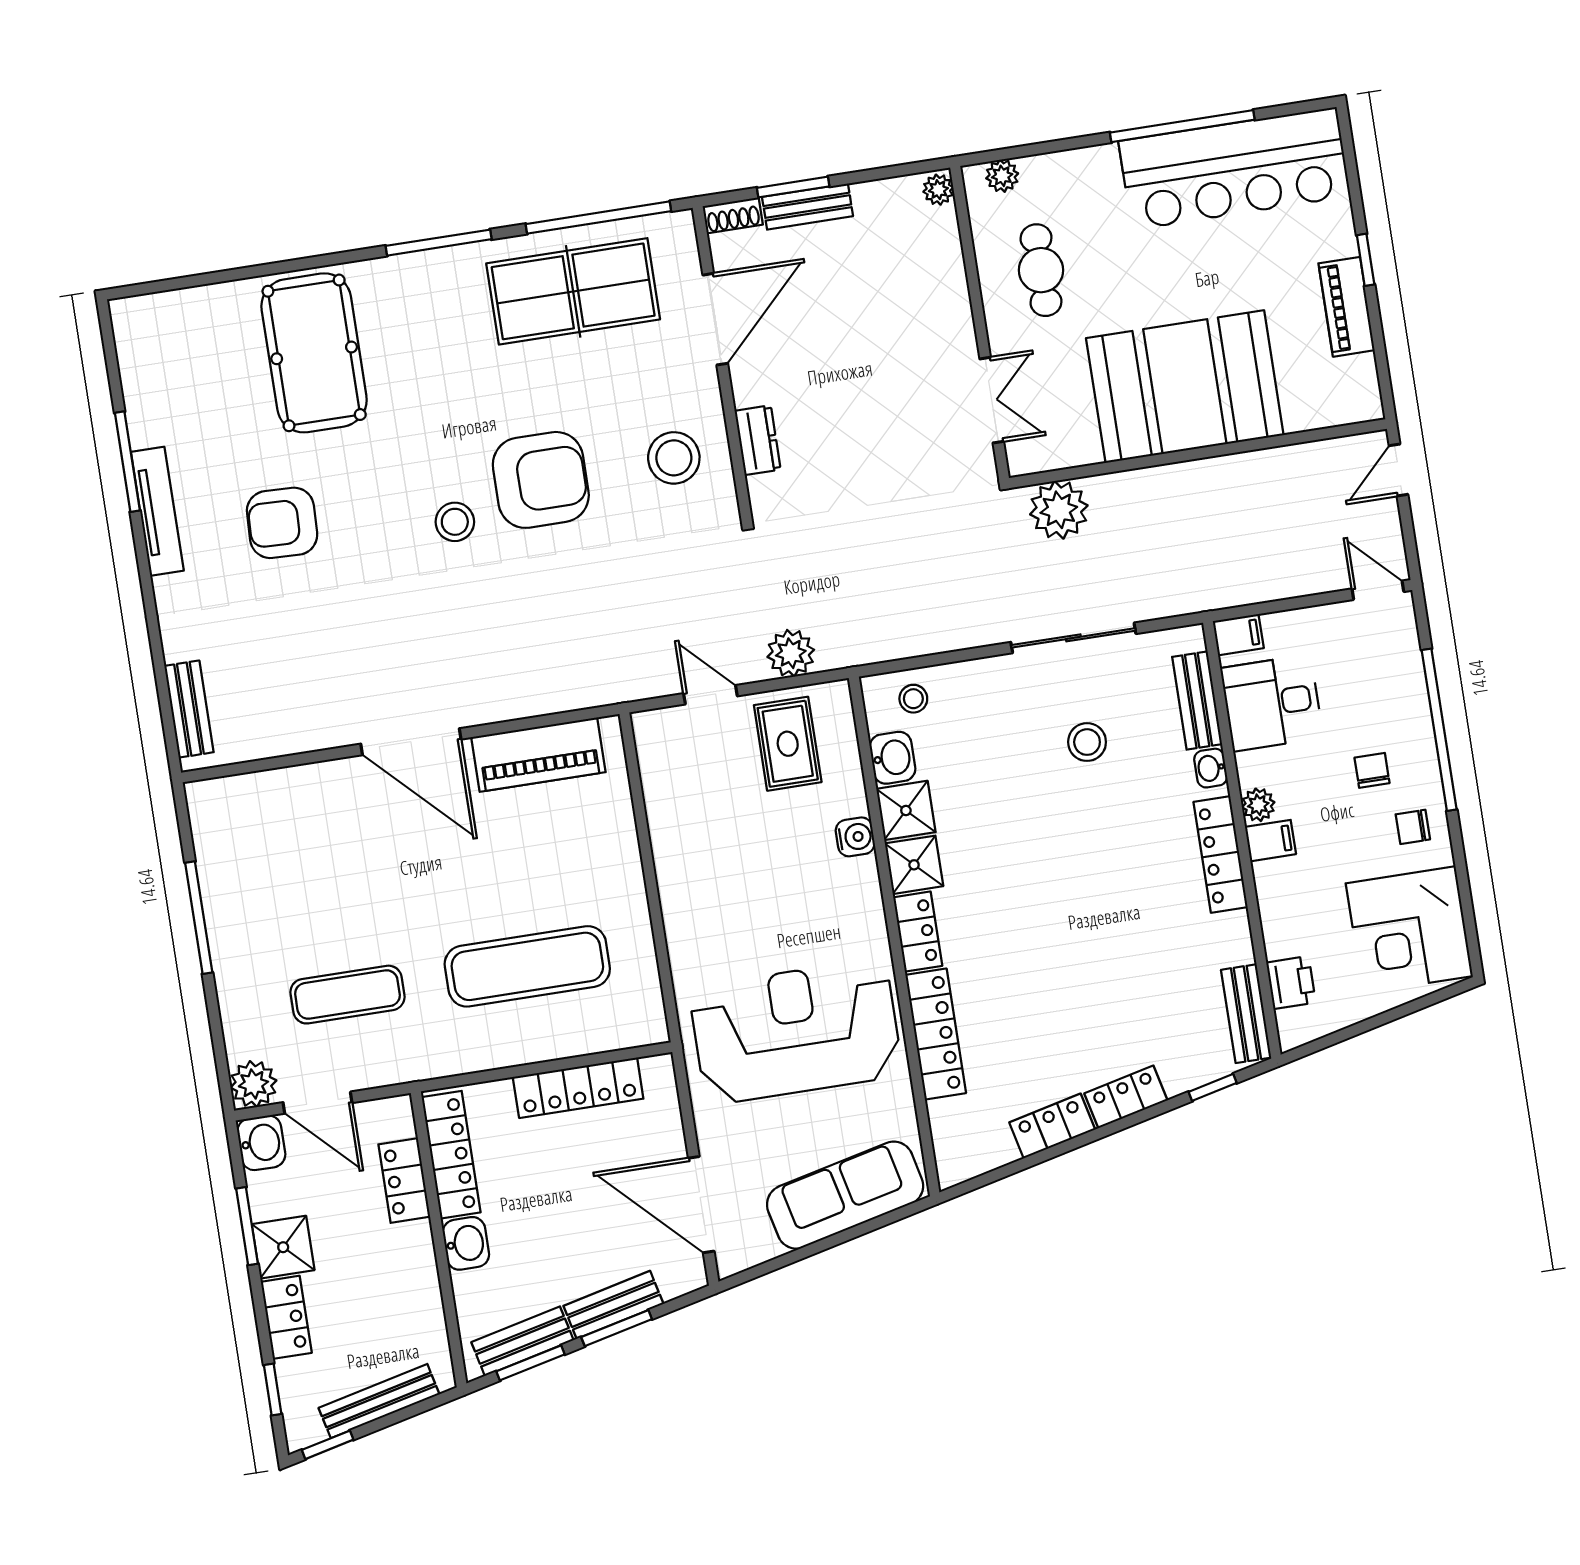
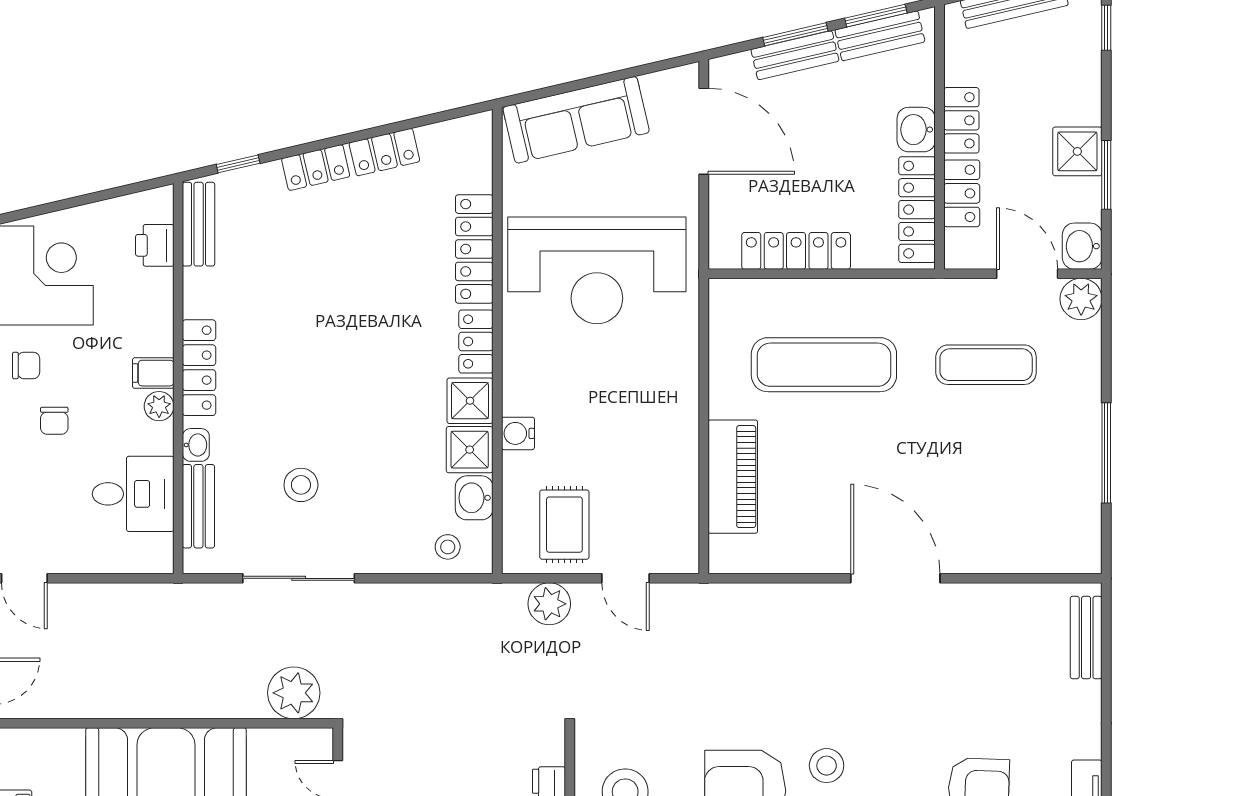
filing cabinet: (1238, 635) -> (153, 558), removed
piano: (538, 755) -> (733, 477), moved, turned 90
locker: (286, 1317) -> (961, 120), moved, turned 180

